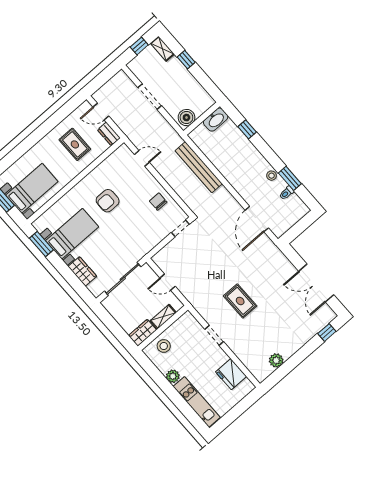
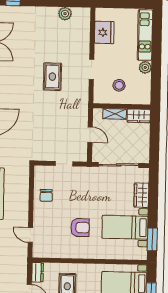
doorway: (180, 228) -> (64, 164), moved
stool: (164, 346) -> (119, 85), moved

